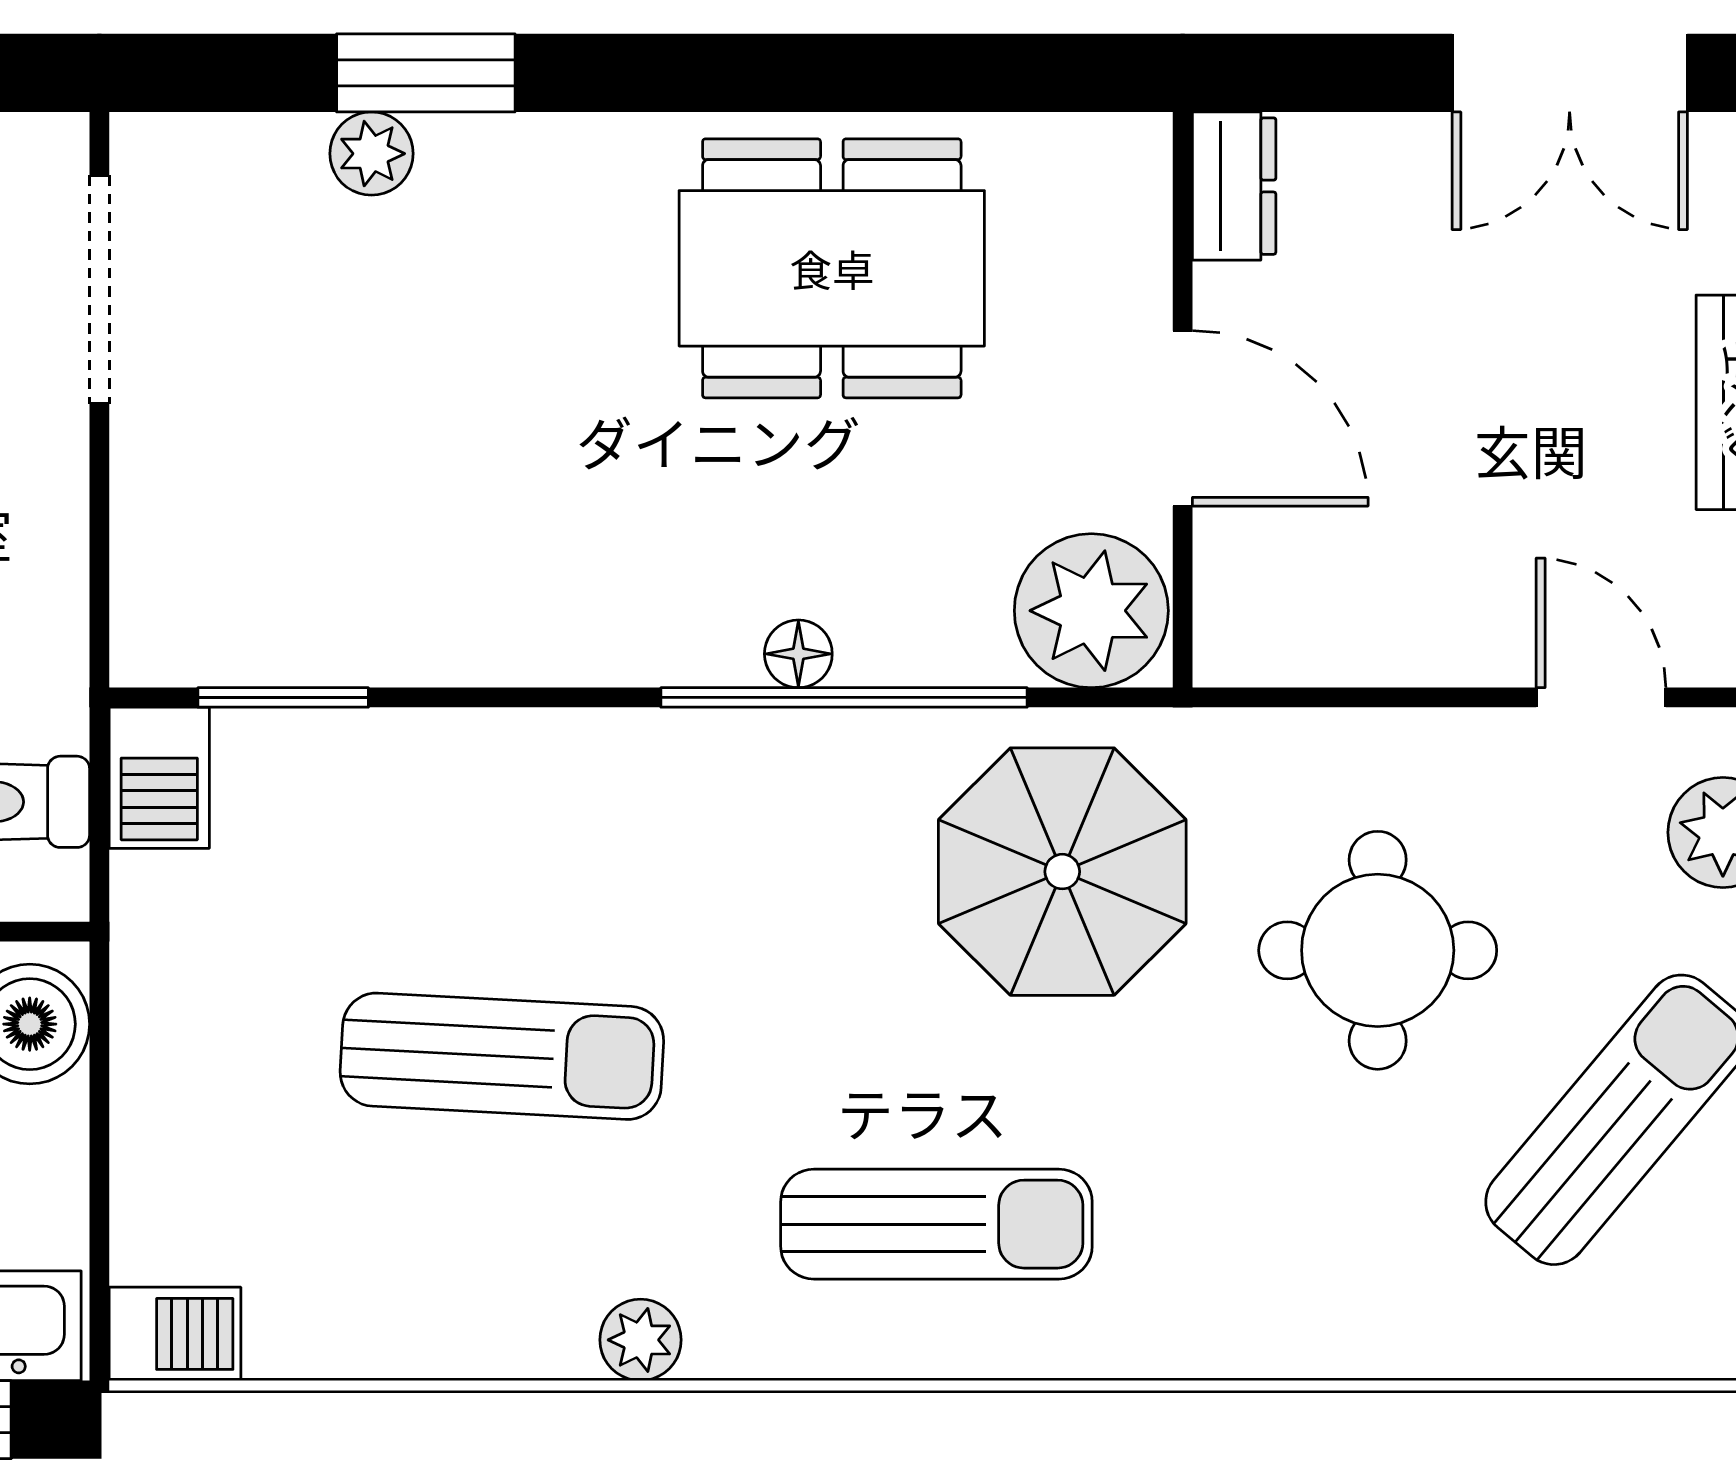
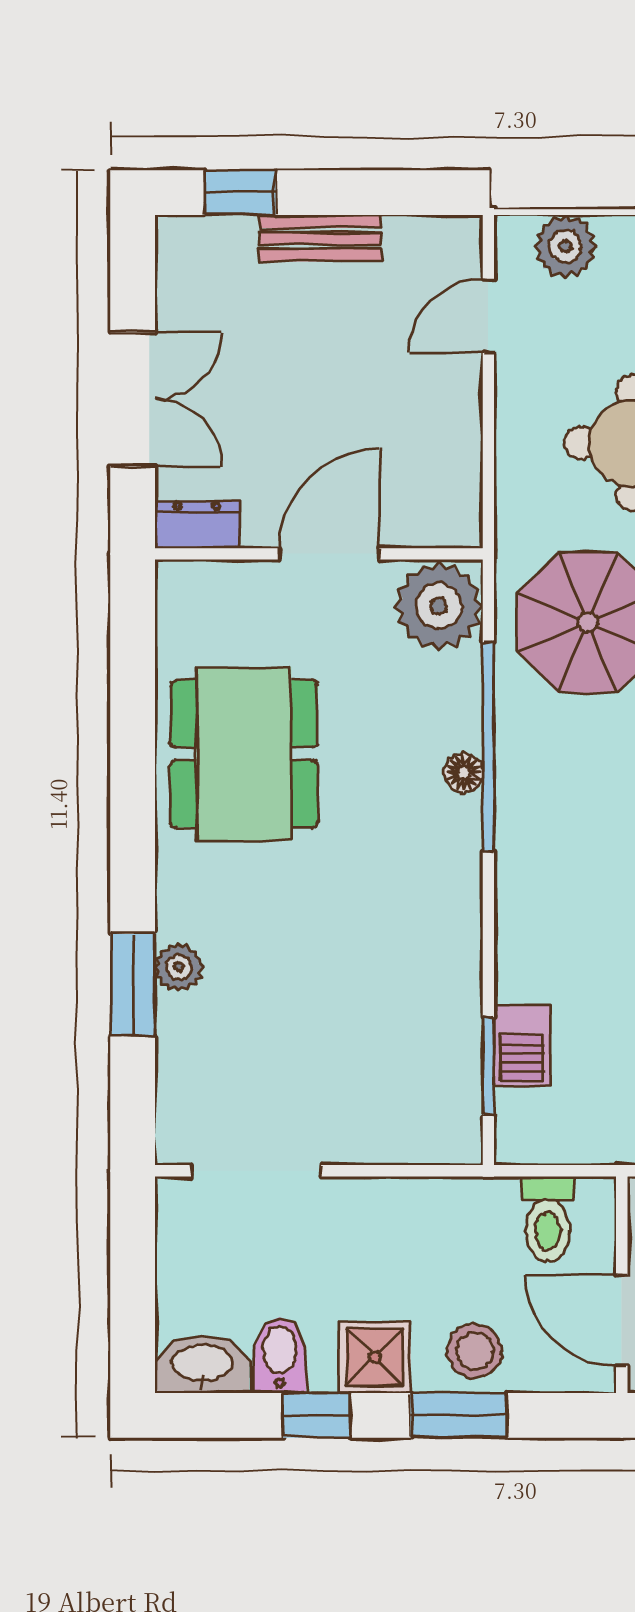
double door: (1570, 73) -> (133, 399), moved
plant: (371, 154) -> (179, 967), moved
barbecue: (159, 778) -> (522, 1045), moved, turned 90

